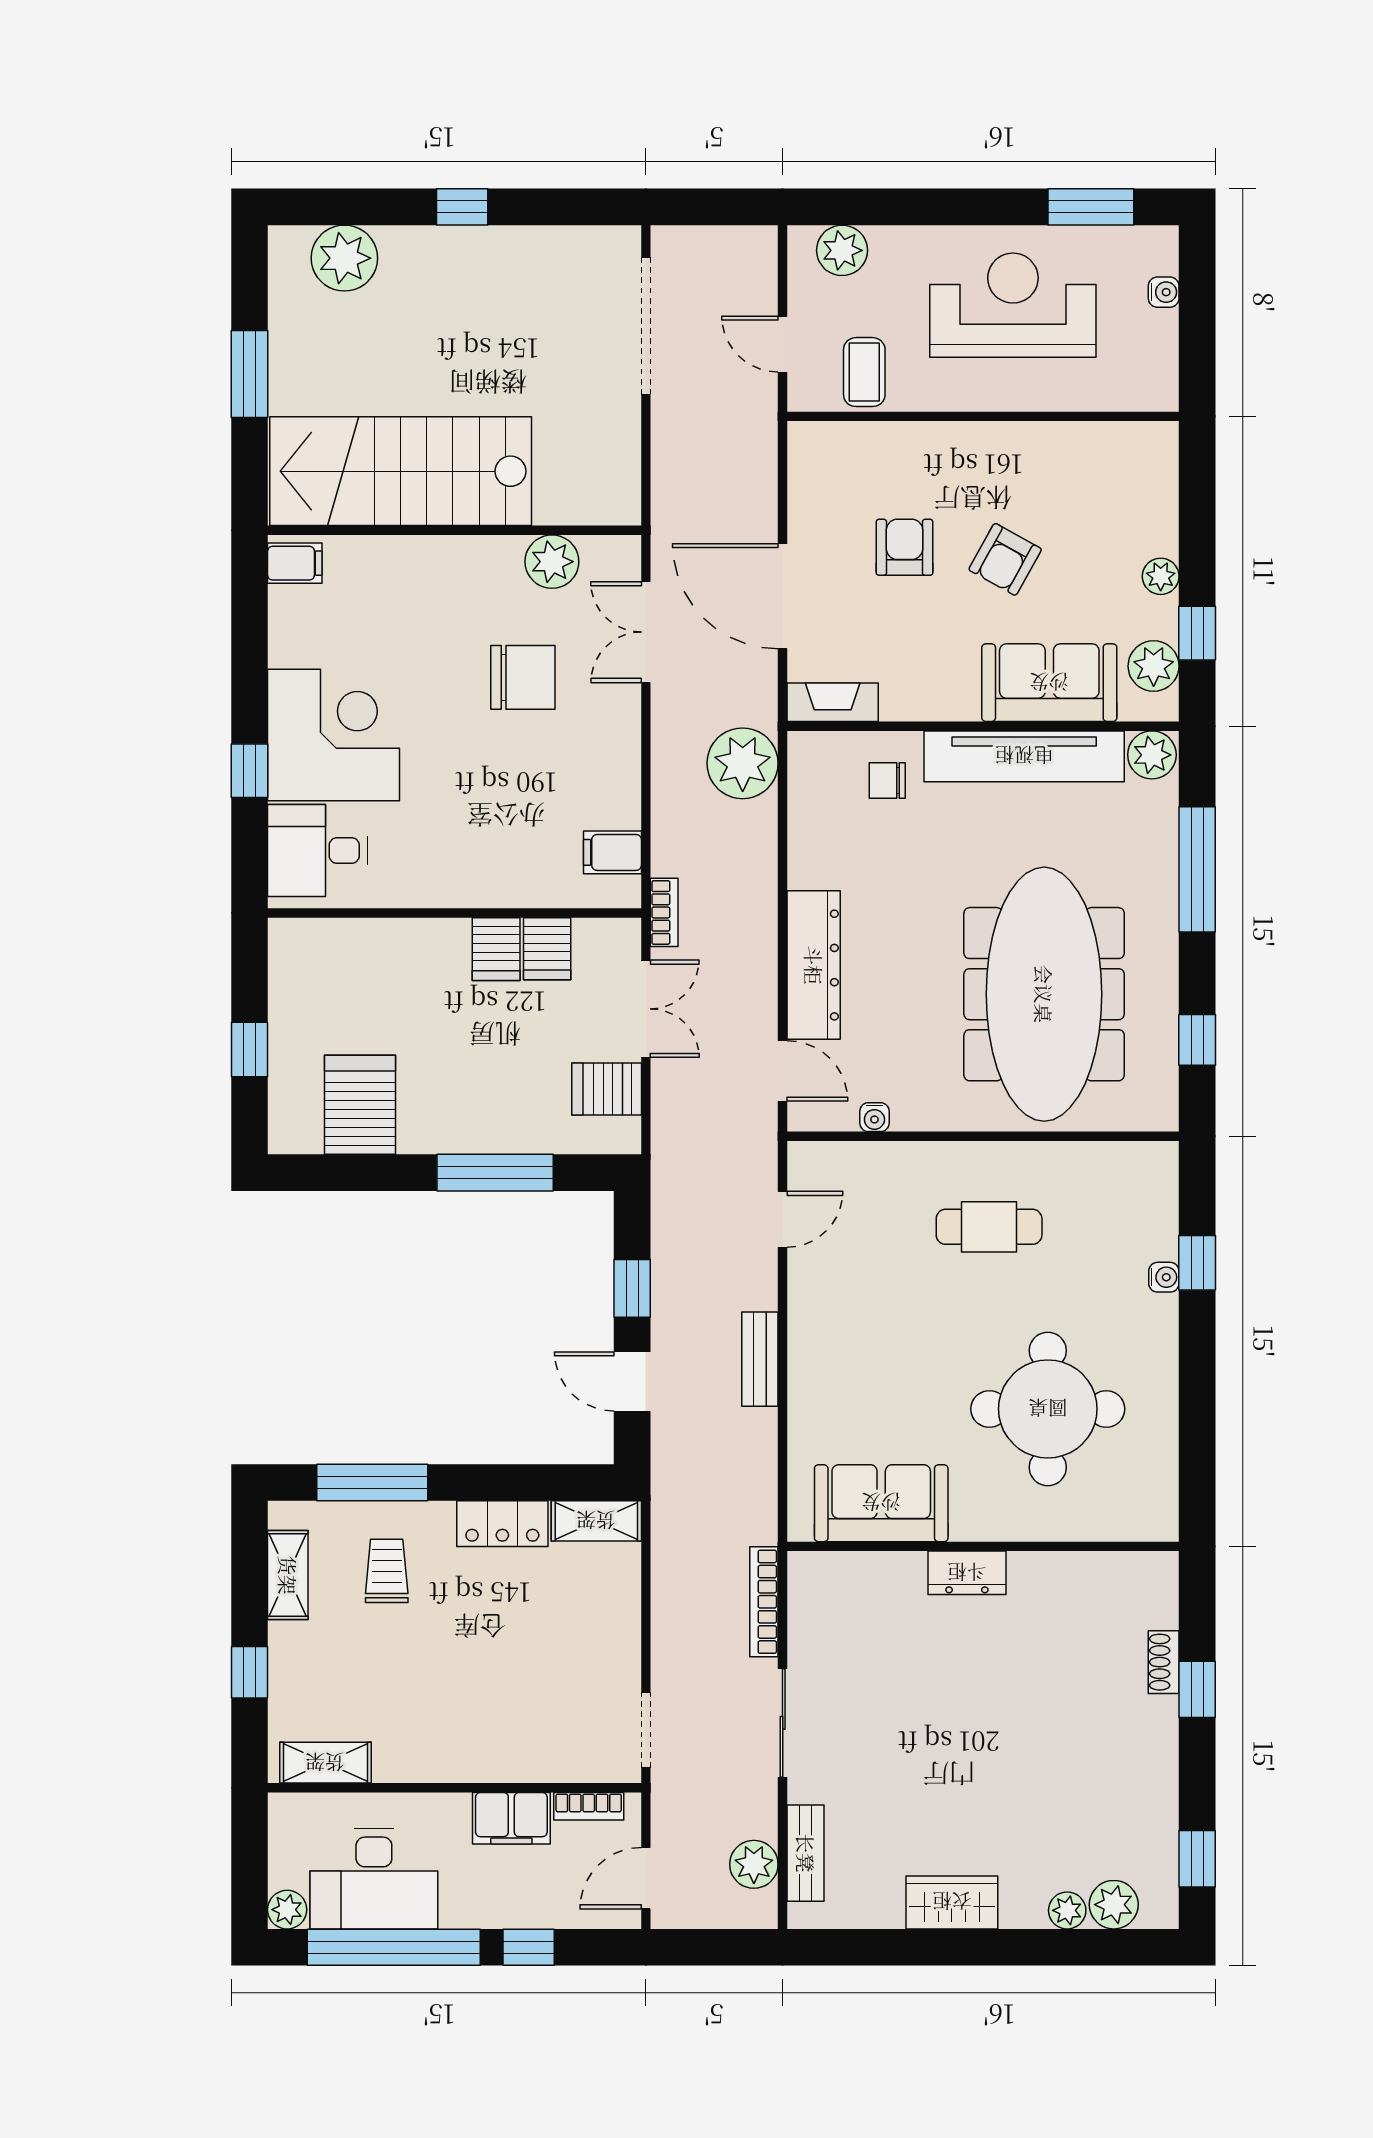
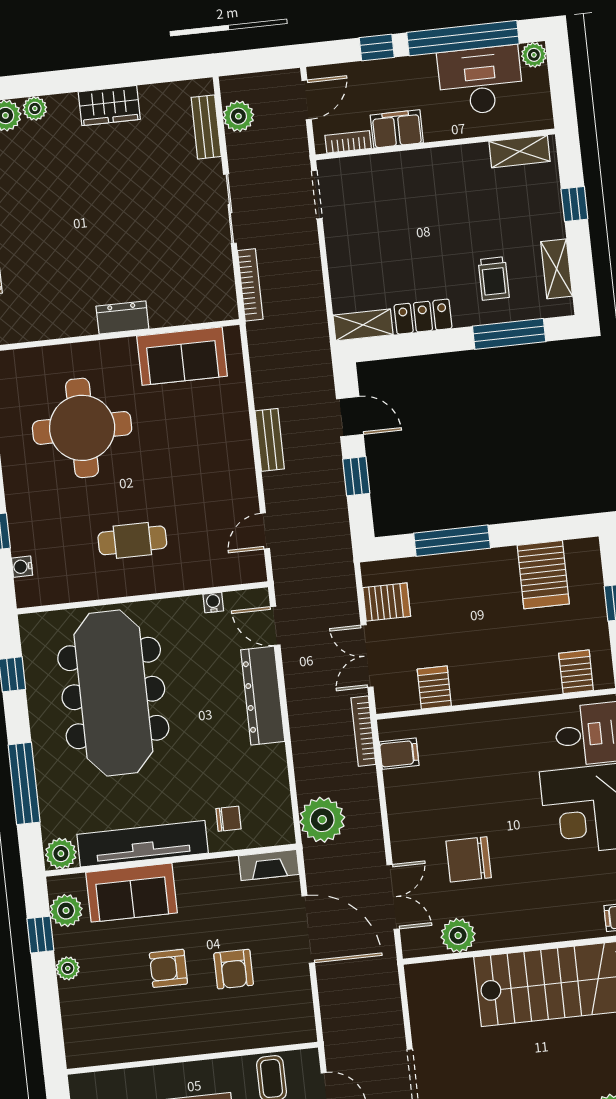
armchair: (1005, 559) -> (168, 968), turned -119
bookcase: (664, 912) -> (363, 731), width x1.56
server rack: (496, 949) -> (576, 672), moved
water cooler: (1164, 1277) -> (22, 567), moved

